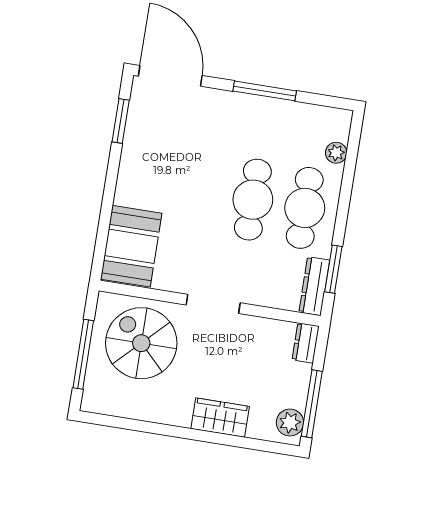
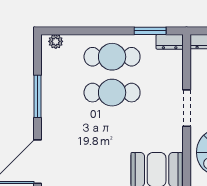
plant: (336, 153) -> (56, 41), moved
dresser: (314, 286) -> (170, 42), width x0.70

